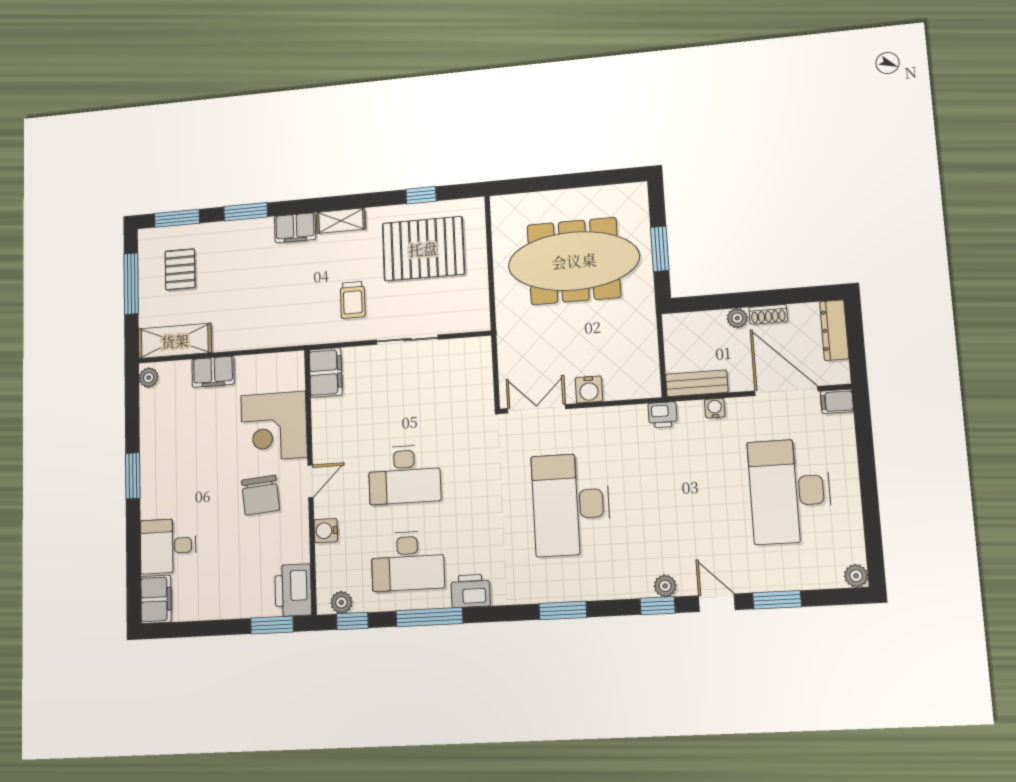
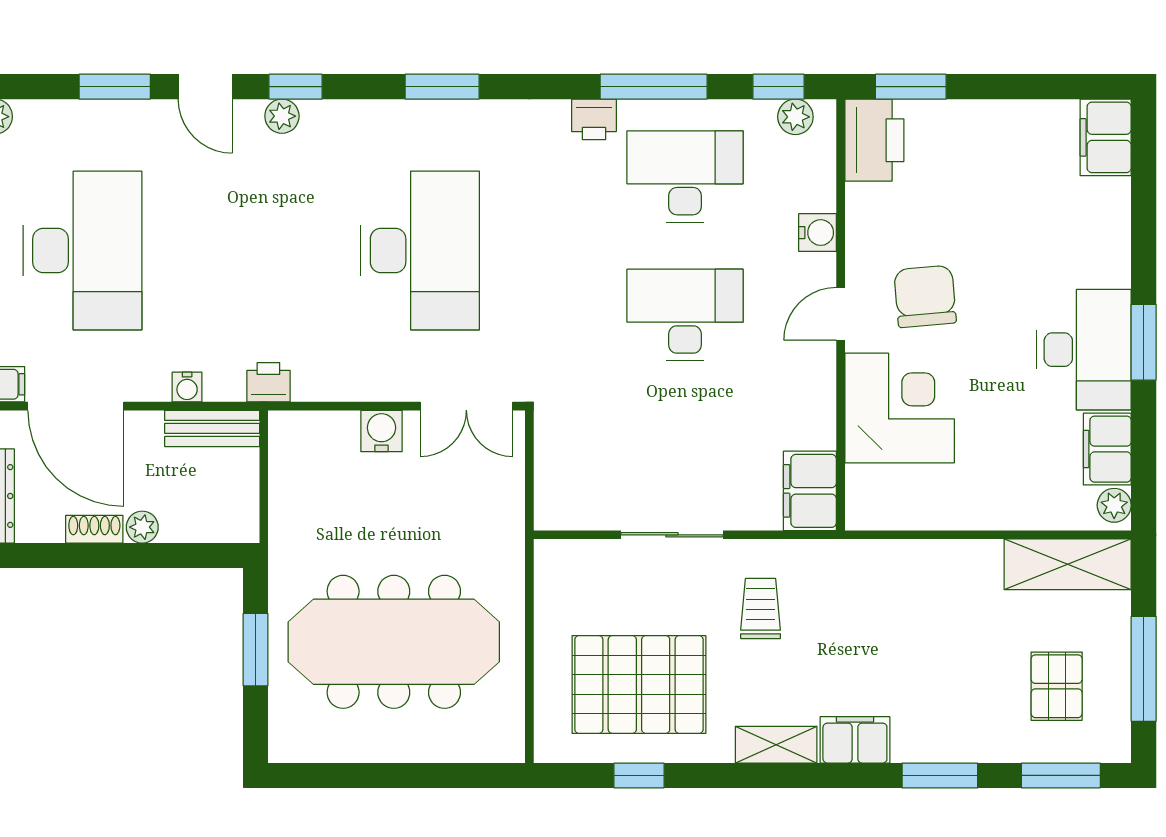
filing cabinet: (213, 372) -> (1107, 449), moved, turned -90
desk: (168, 546) -> (1084, 350), moved, width x1.37
printer: (471, 591) -> (594, 119), width x0.73, depth x0.81

